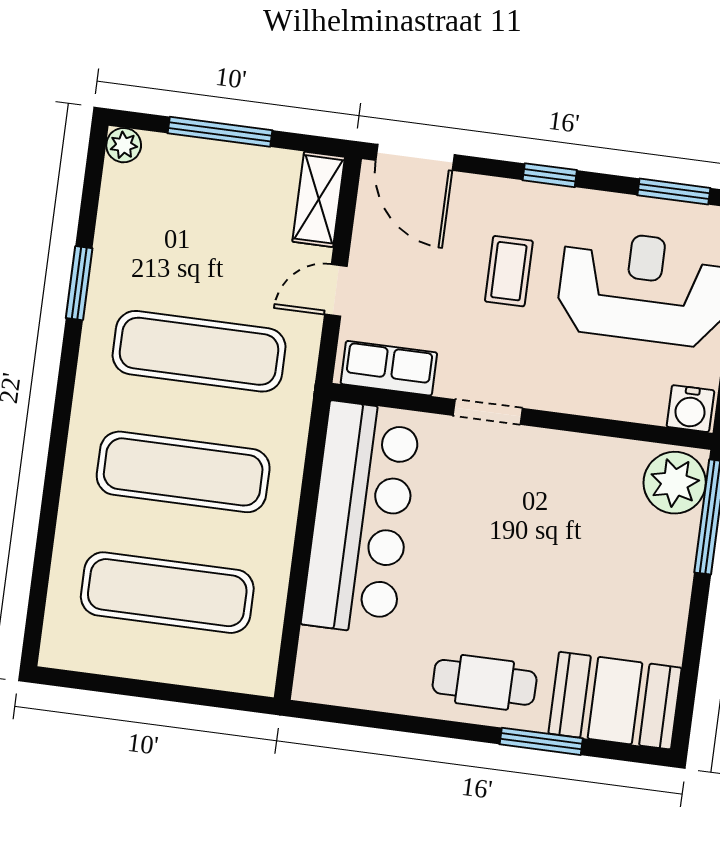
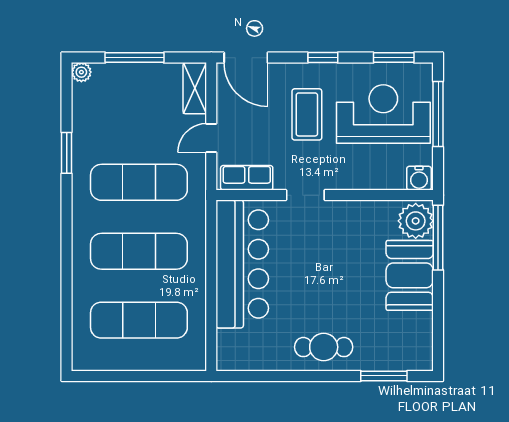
coffee table: (509, 271) -> (307, 114), width x1.36, depth x1.30
booth: (615, 701) -> (410, 275), moved, turned 90
window: (541, 741) -> (384, 376), moved

